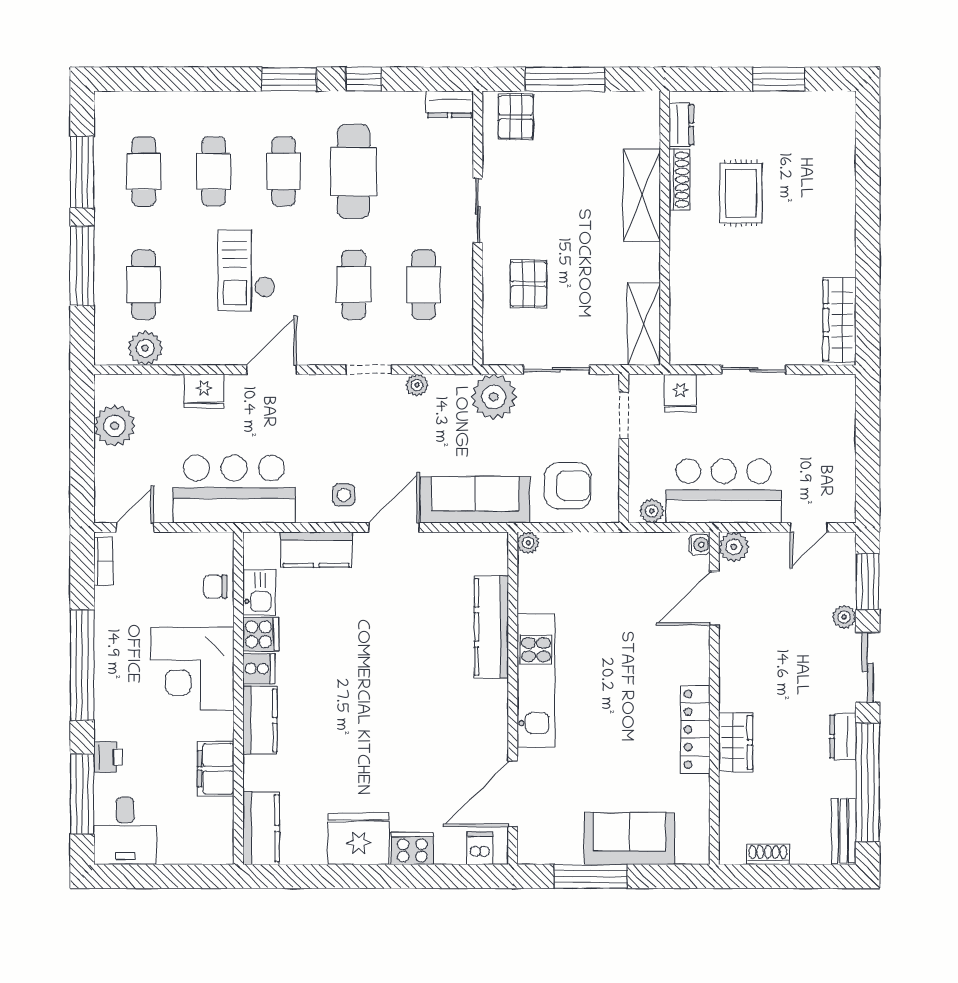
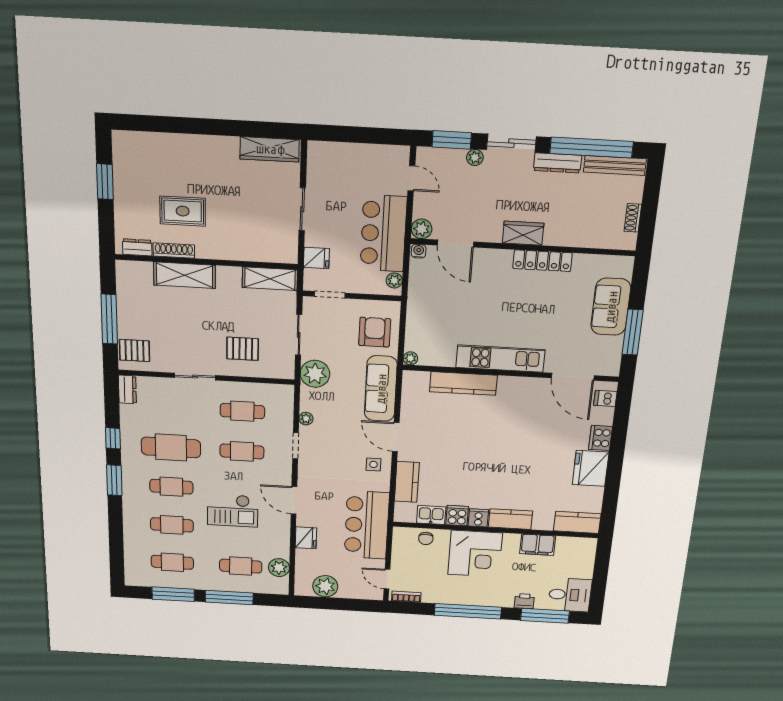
dresser: (843, 736) -> (558, 163), width x1.44
wardrobe: (736, 742) -> (523, 233), moved
bench: (844, 831) -> (615, 165), width x1.36

